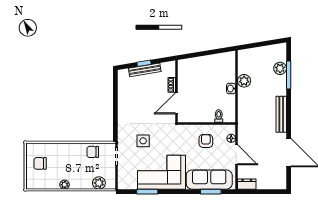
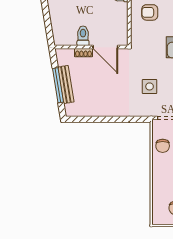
window: (144, 63) -> (58, 85), width x2.17
toilet: (186, 84) -> (83, 36), added

